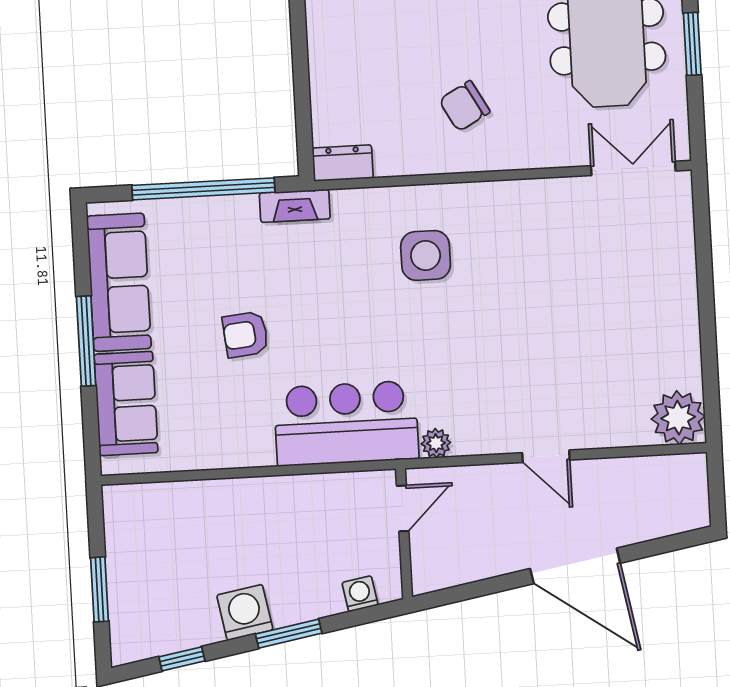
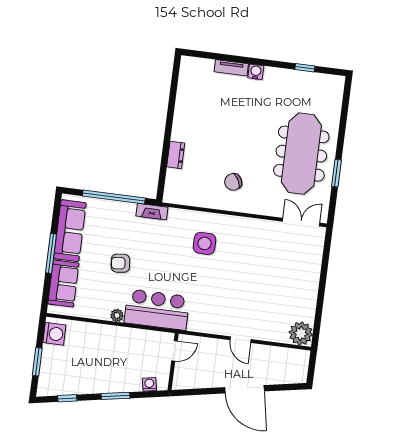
dresser: (343, 163) -> (176, 155), moved, turned 90
plant: (436, 443) -> (117, 315), moved
washing machine: (245, 612) -> (54, 334), moved, turned 100

